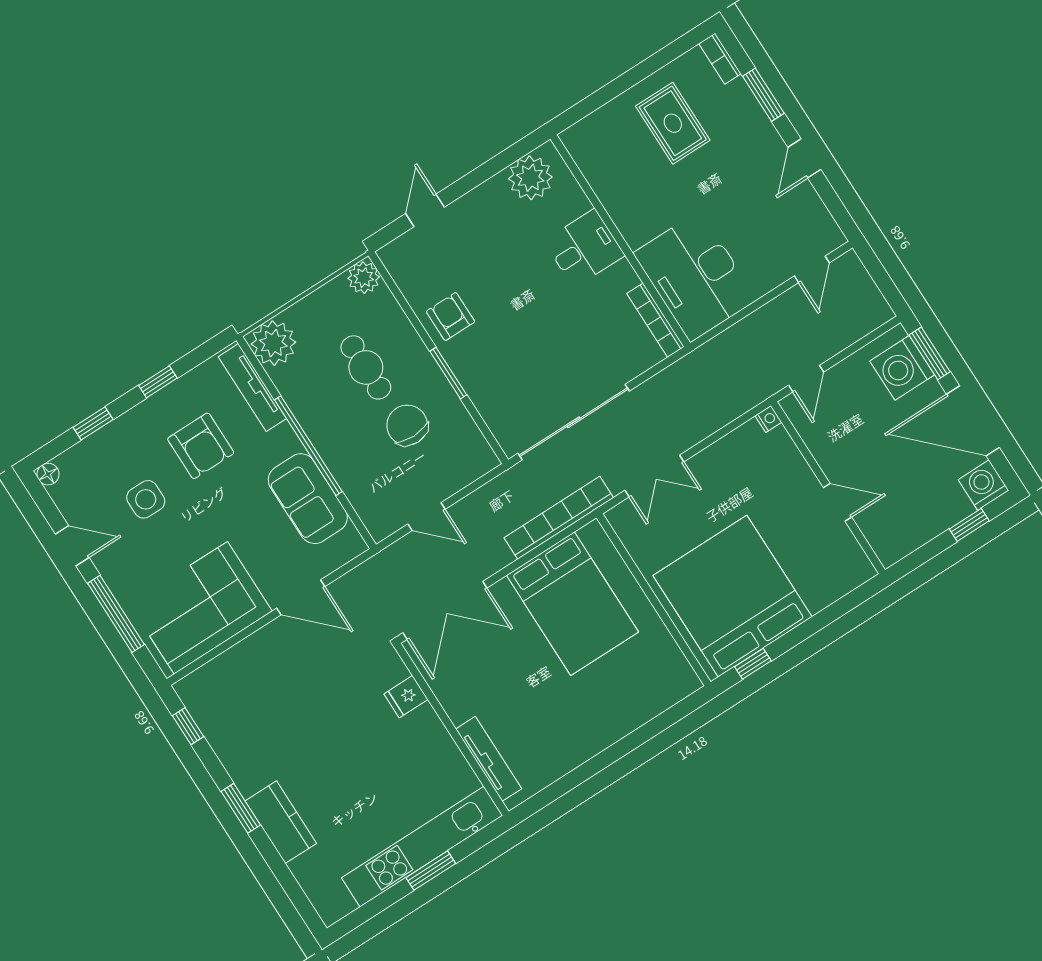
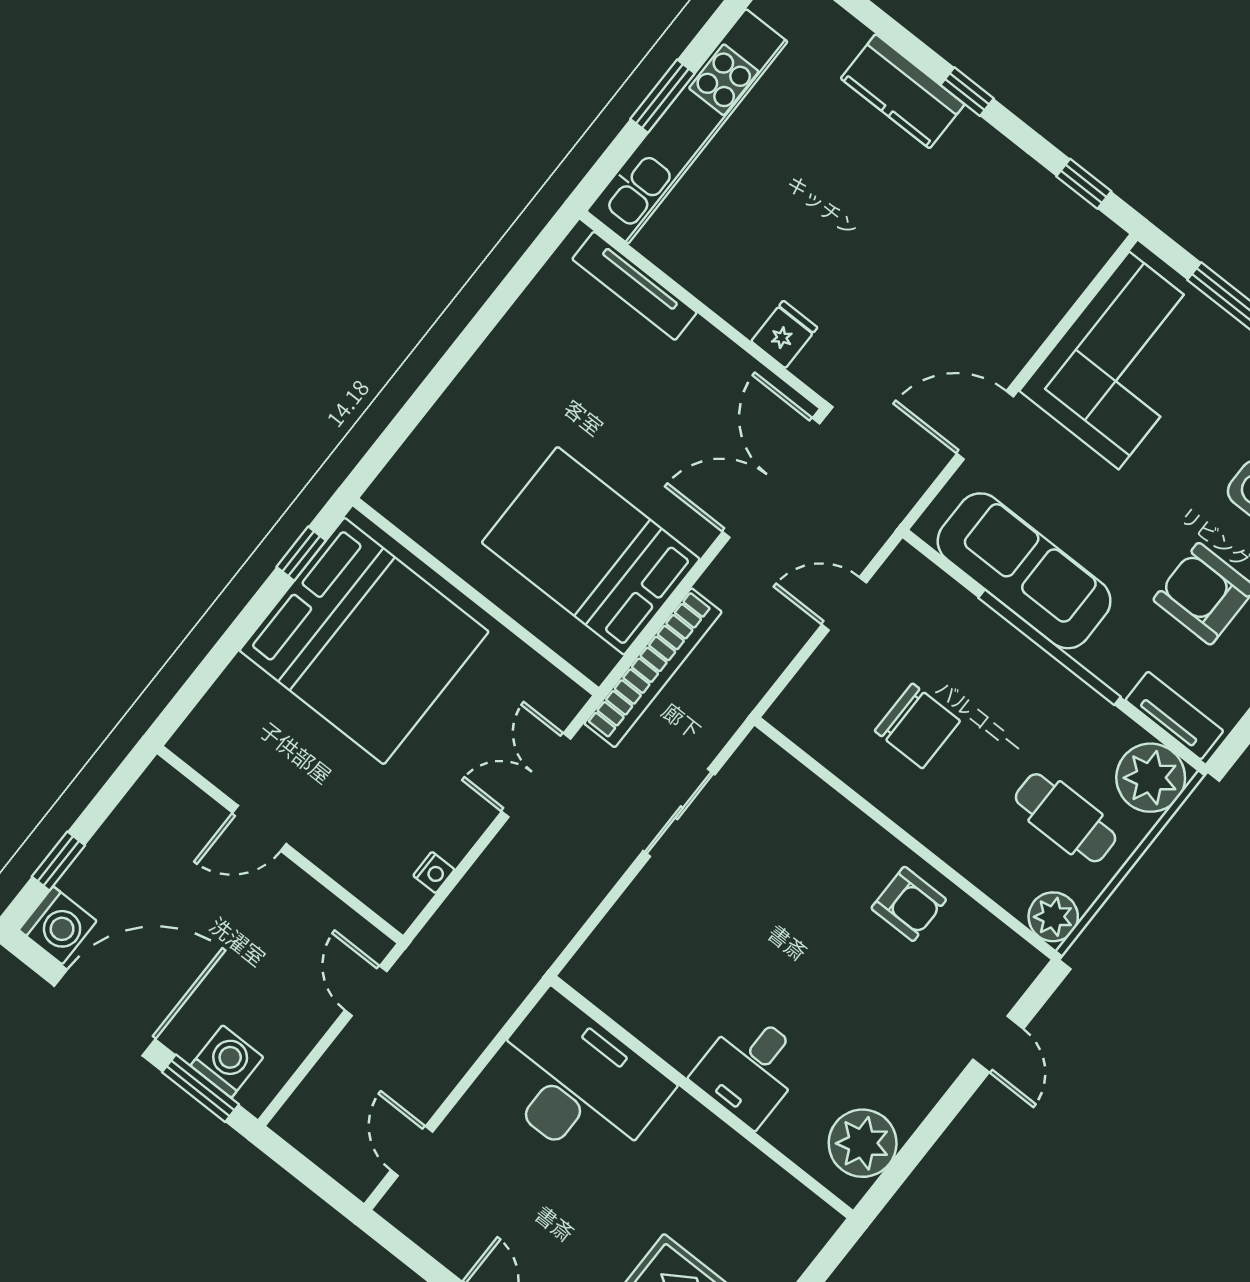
bookcase: (655, 320) -> (612, 1000), removed
cafe table: (366, 367) -> (1066, 818), moved
washing machine: (902, 368) -> (227, 1061), width x0.73, depth x0.73
window: (448, 373) -> (884, 821), removed
tv unit: (252, 388) -> (1174, 715), width x0.71
nightstand: (768, 419) -> (434, 872), moved, turned -90
sliding door: (574, 422) -> (679, 813), width x0.54
sofa: (308, 499) -> (1024, 571), width x1.36
window: (241, 808) -> (967, 92), width x0.67

